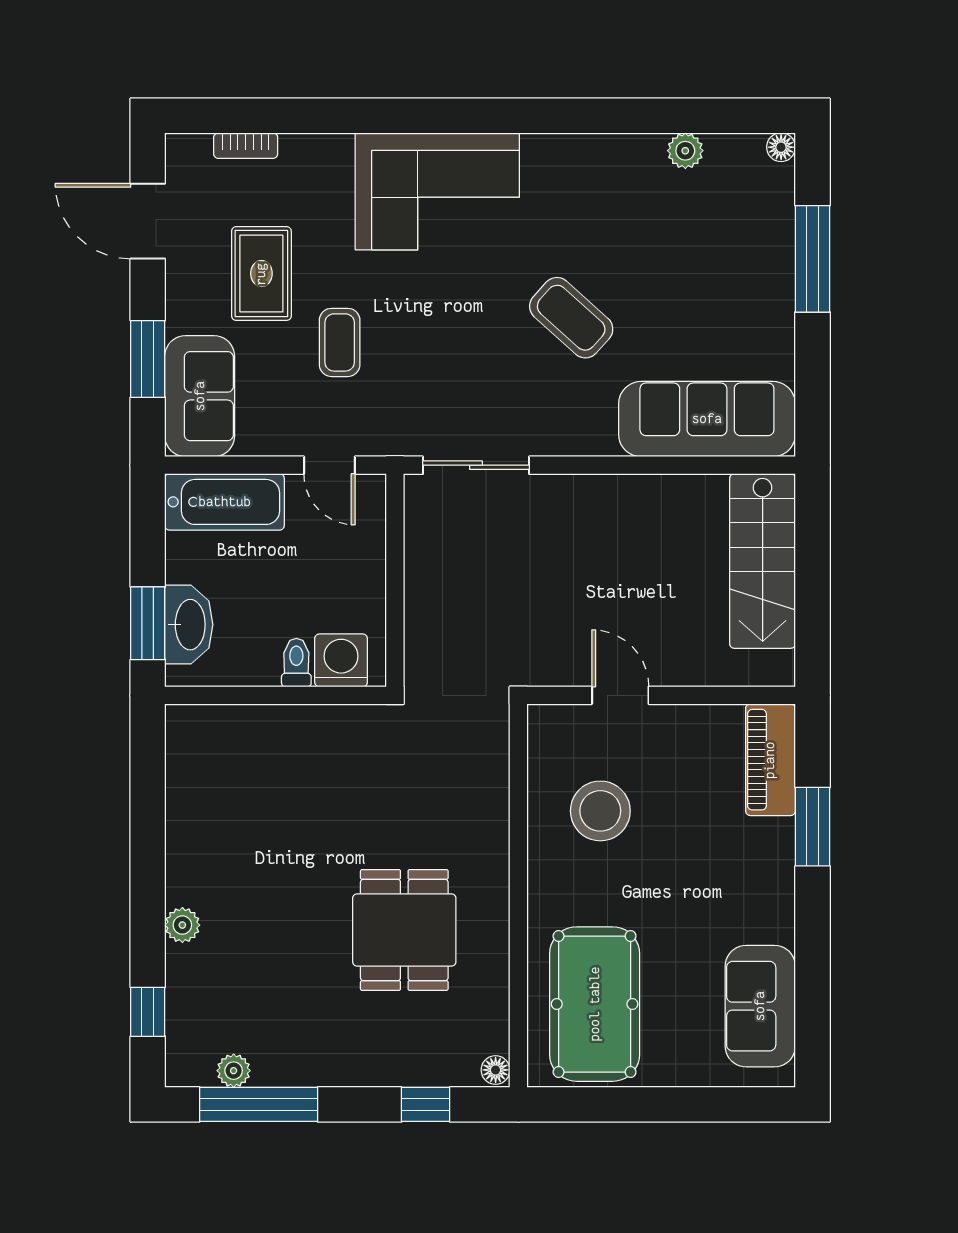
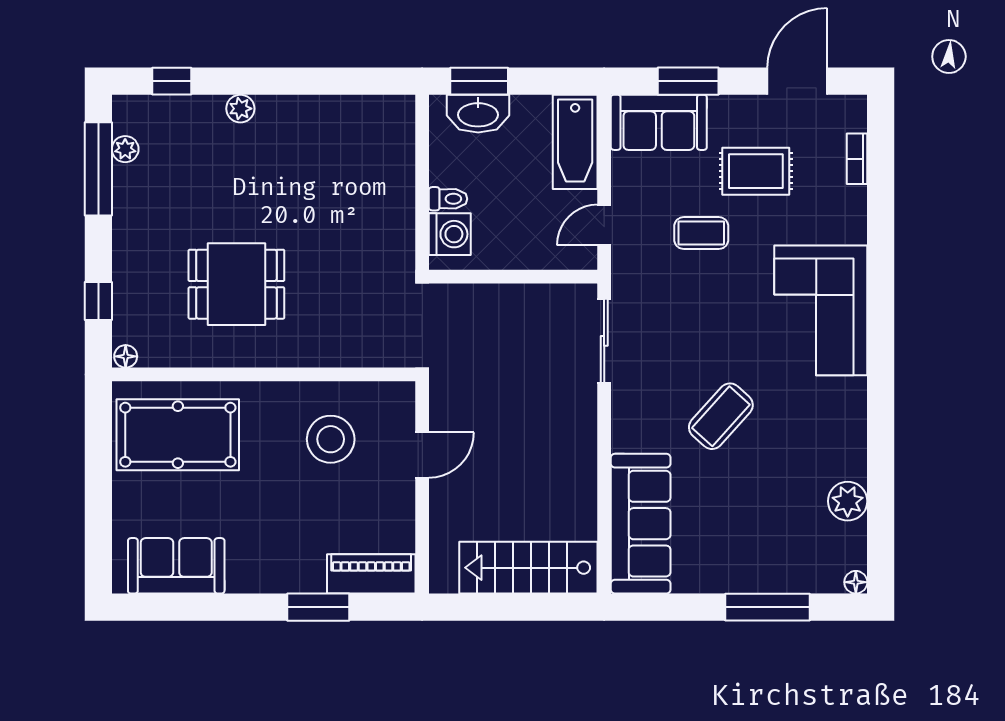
plant: (685, 151) -> (848, 501), width x1.38, depth x1.38

